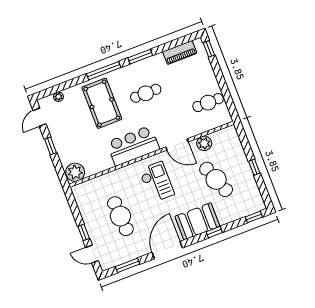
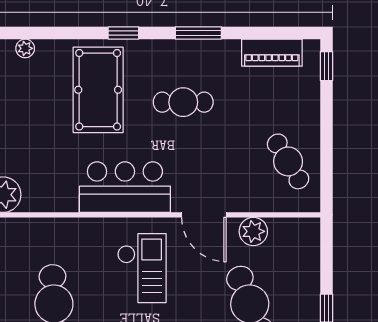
window: (104, 71) -> (123, 33), width x0.46
cafe table: (208, 103) -> (288, 161), turned 59

